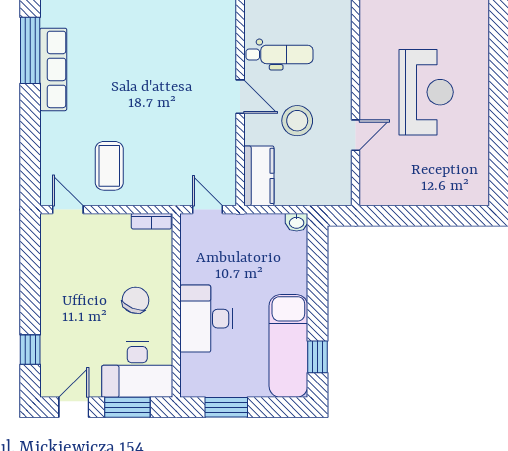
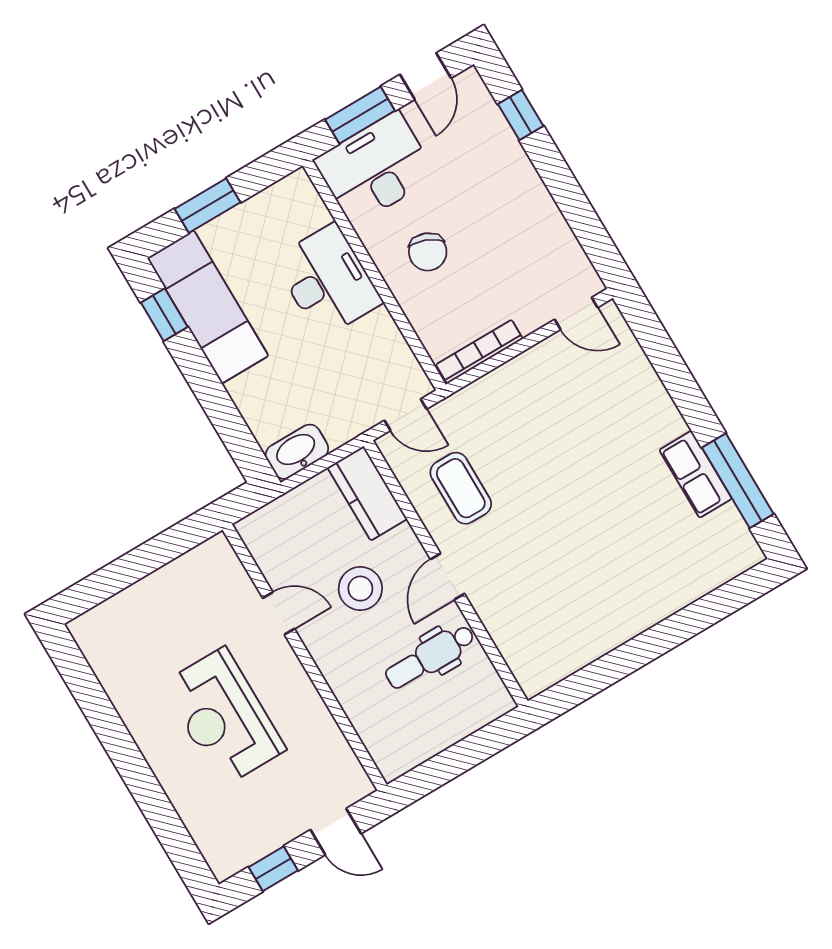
row of seats: (53, 69) -> (696, 474), width x0.68
door: (240, 97) -> (448, 576), hinge flipped
door: (356, 135) -> (279, 613), swing flipped
coffee table: (109, 166) -> (461, 488), moved
bookcase: (151, 221) -> (479, 352), width x1.56
washbasin: (297, 222) -> (297, 452), width x1.91, depth x1.45
window: (226, 407) -> (208, 206), moved

